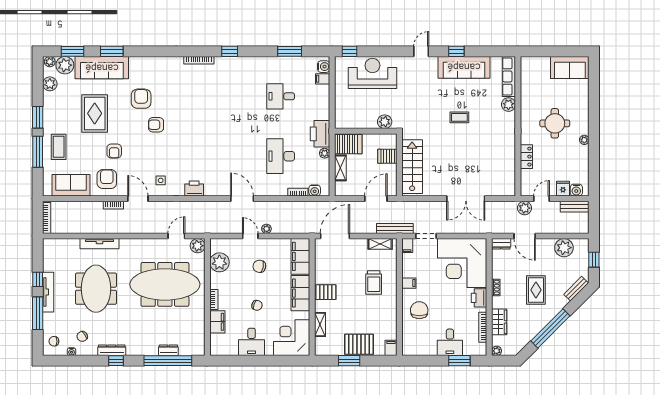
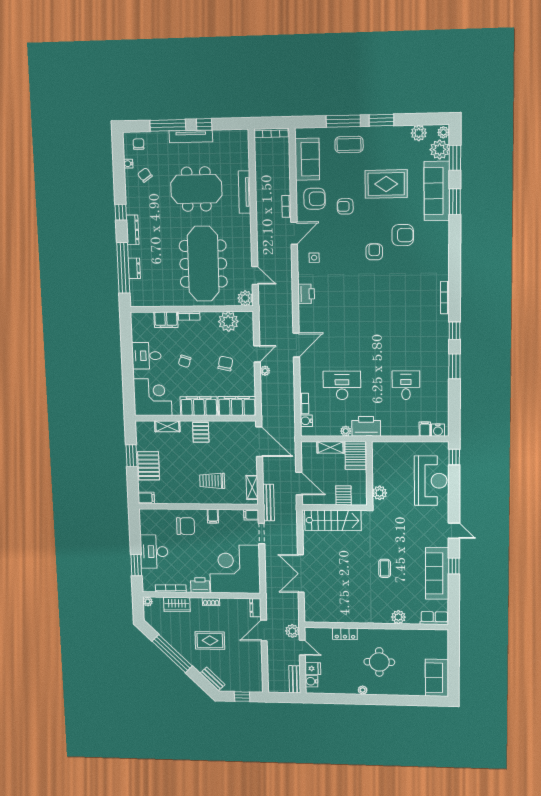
window: (290, 51) -> (454, 366), moved
row of seats: (509, 76) -> (434, 618), width x0.68
plant: (564, 248) -> (253, 668), removed
desk: (450, 342) -> (154, 552), width x1.37
dresser: (112, 350) -> (133, 230), moved

